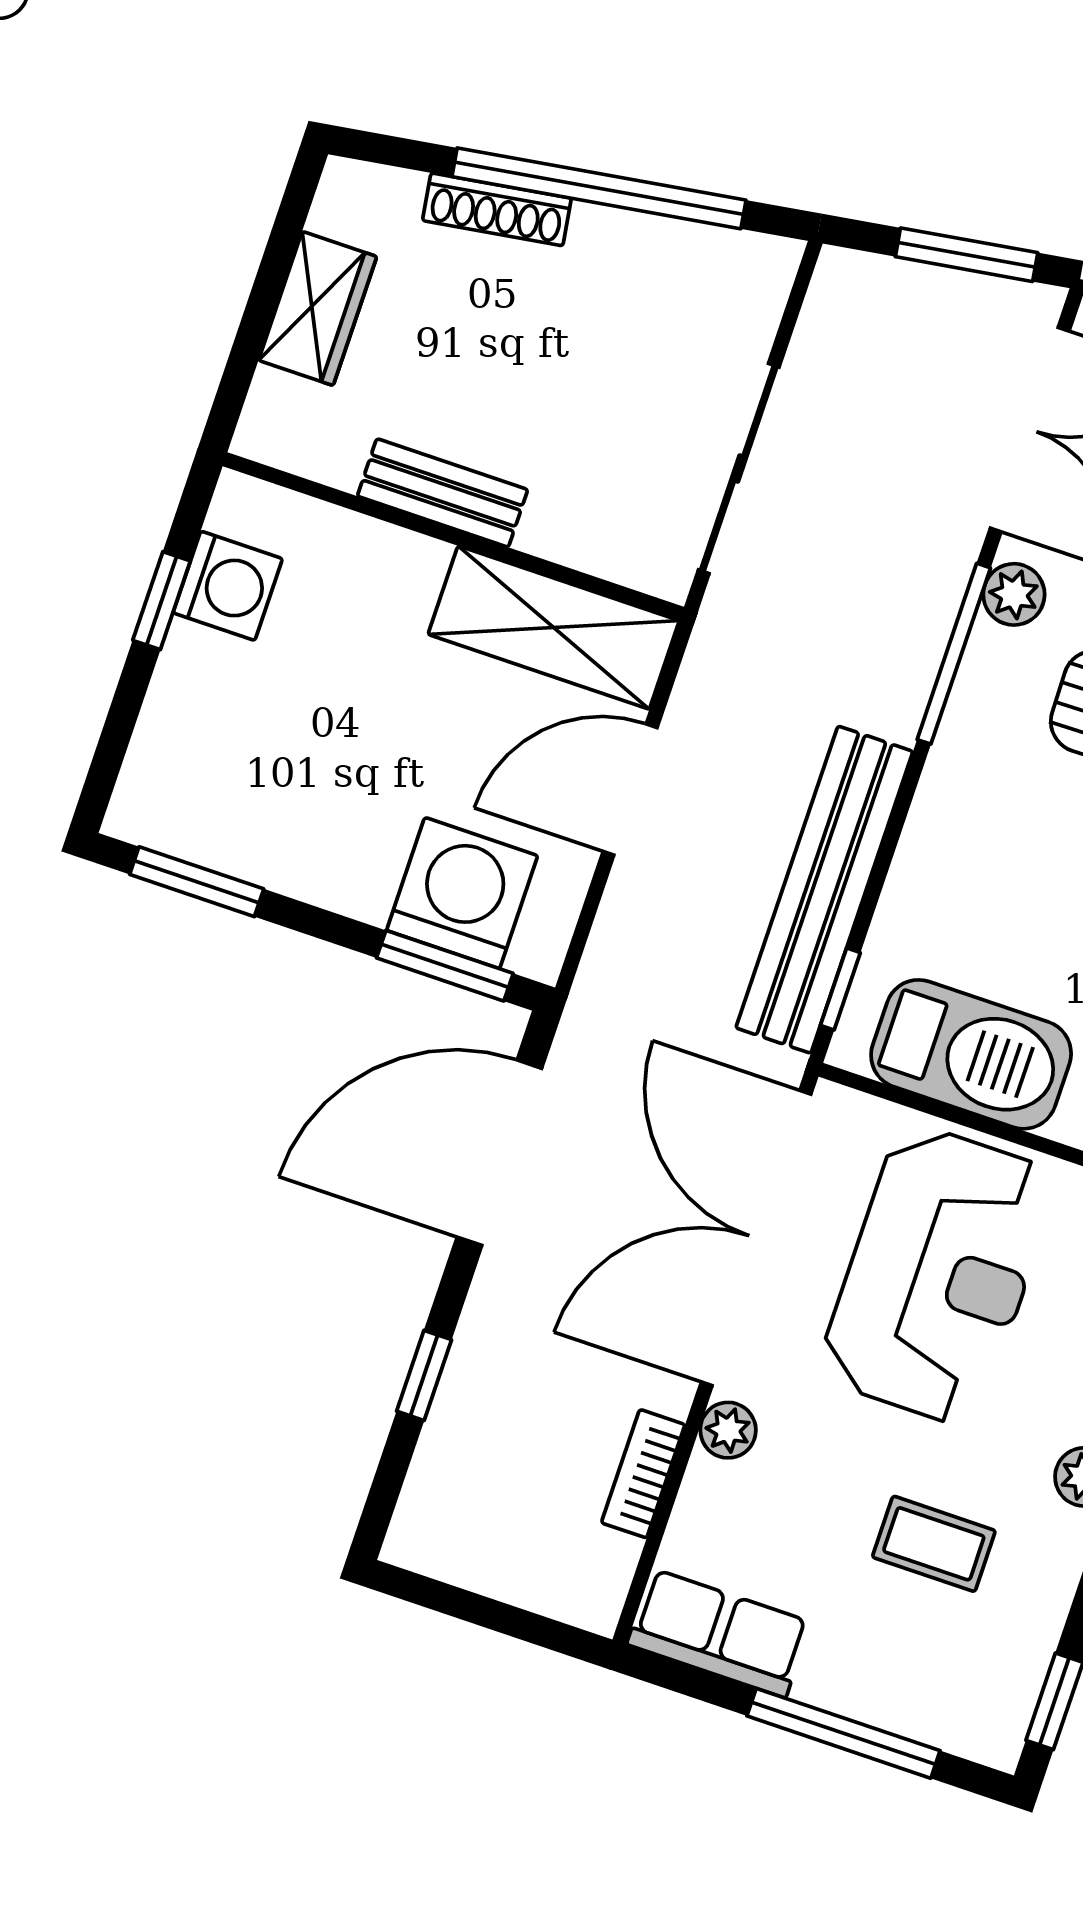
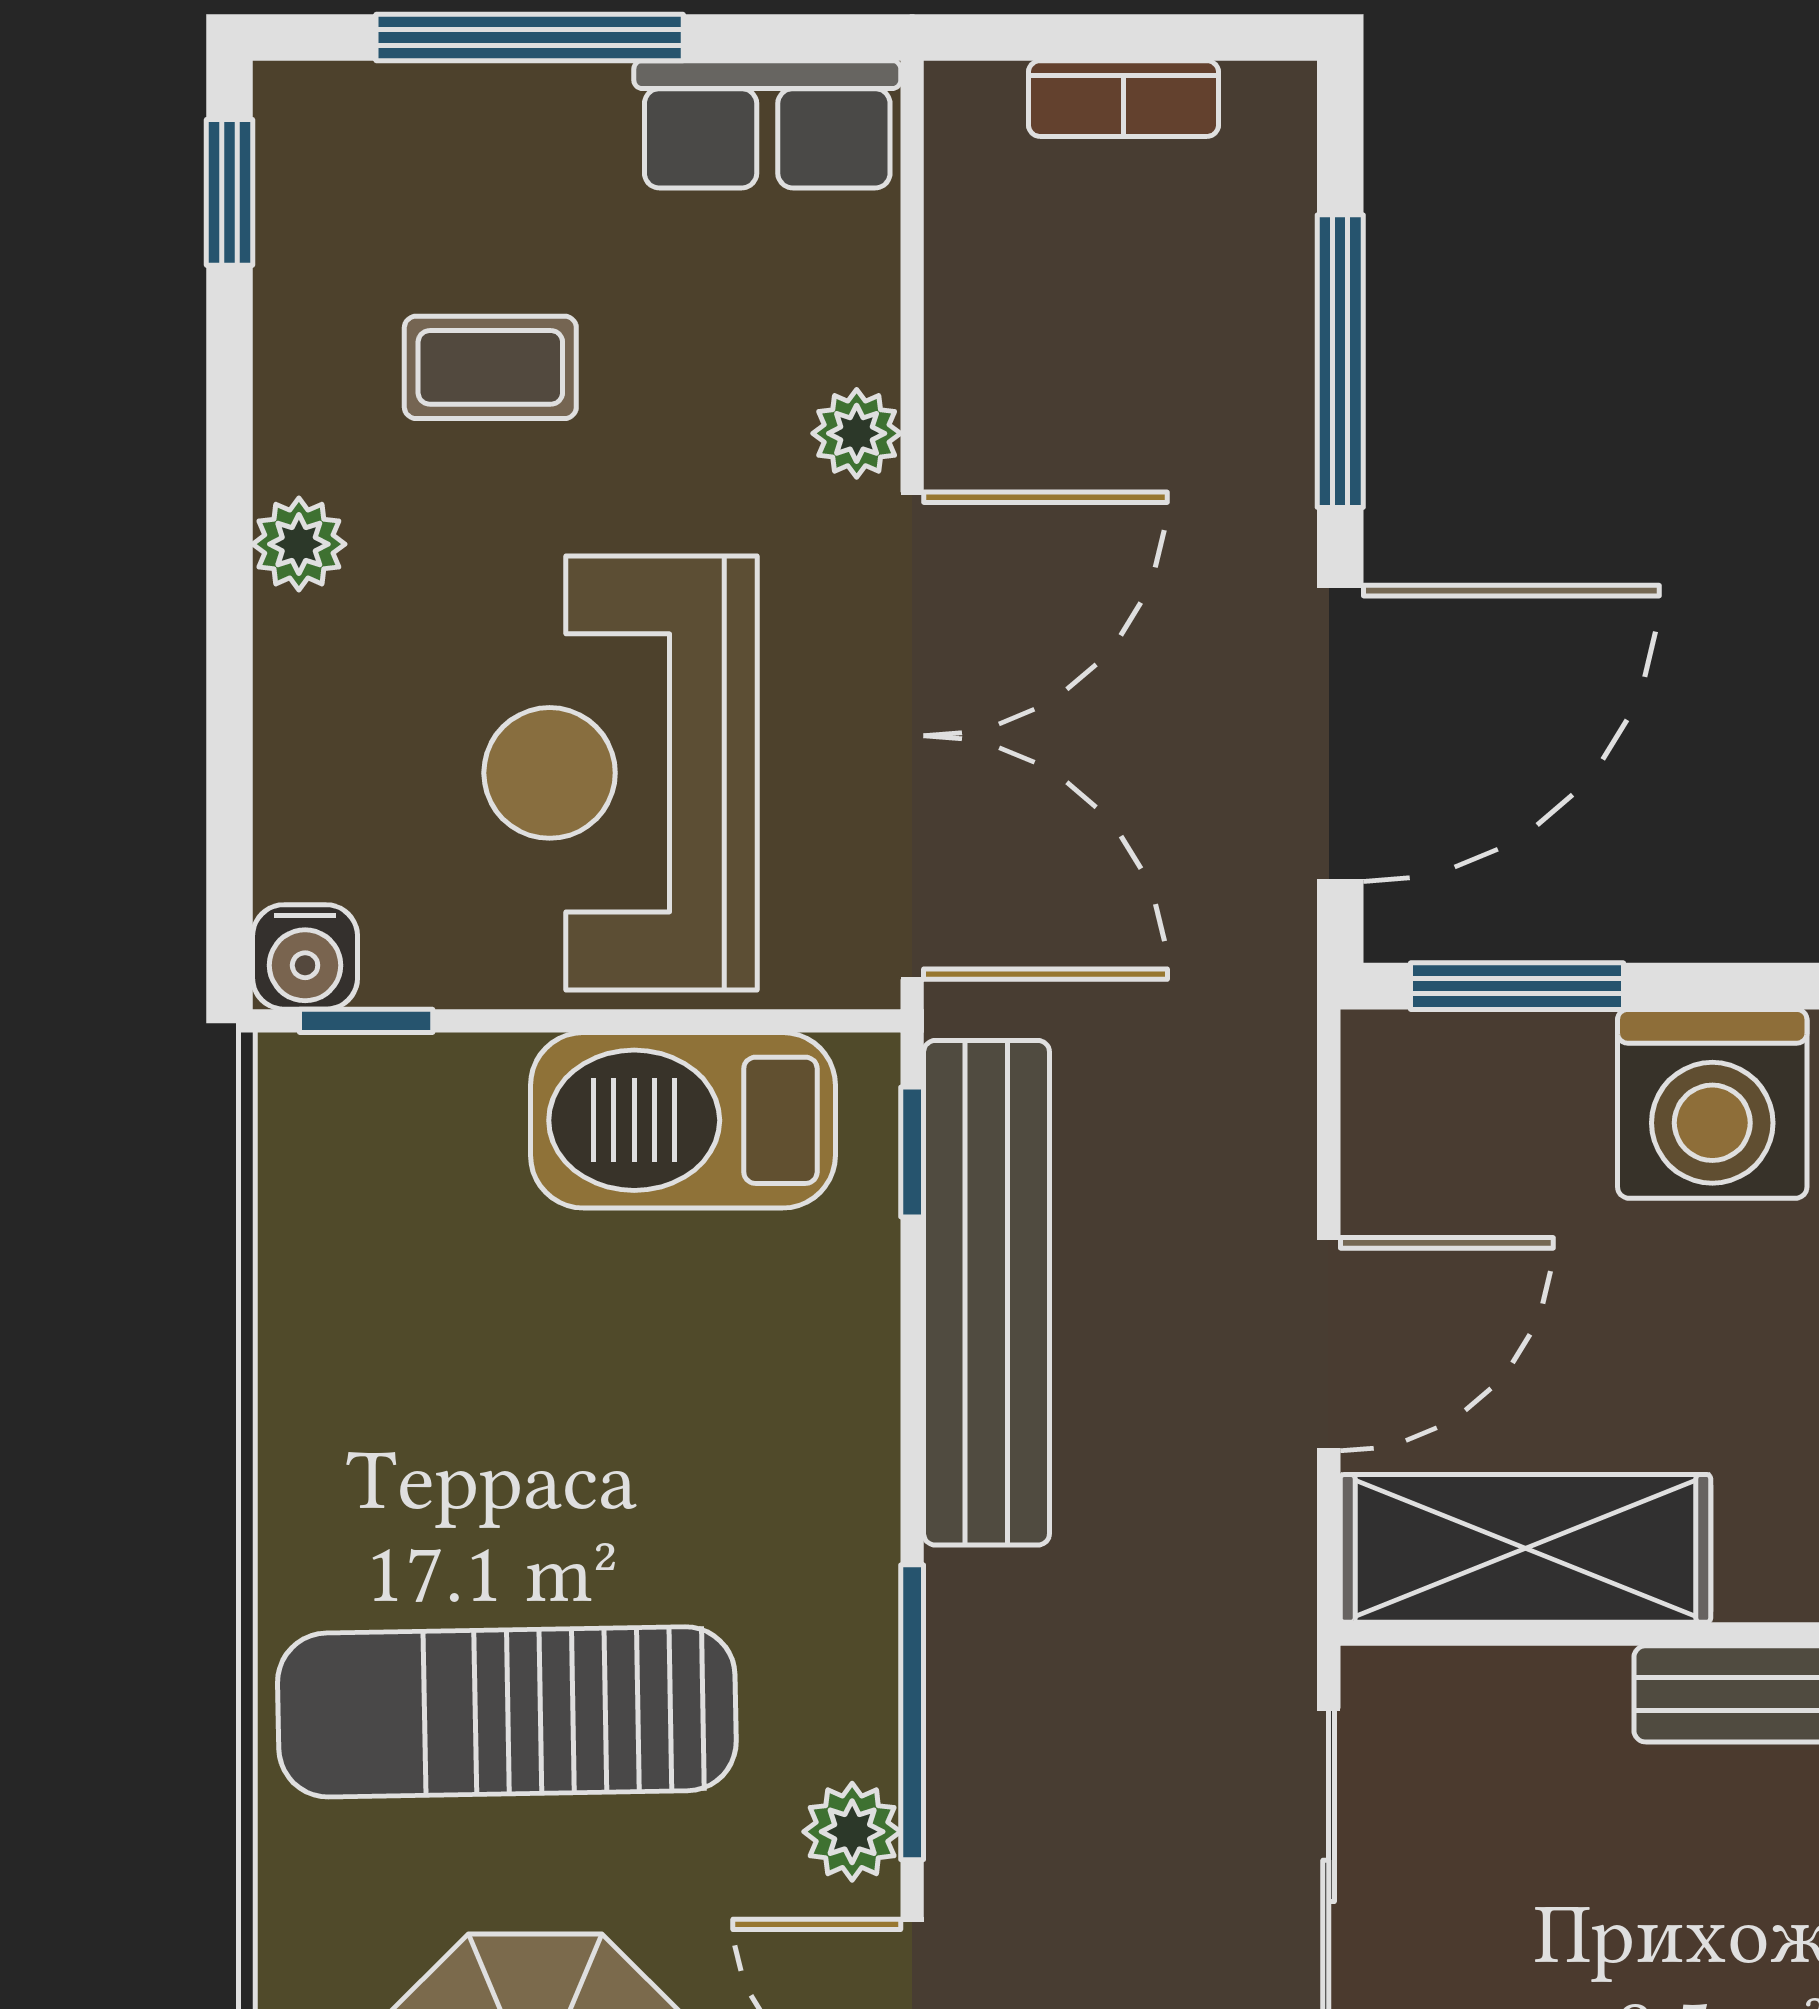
washing machine: (462, 893) -> (1712, 1104), moved
window: (424, 1375) -> (1340, 361), width x2.17
bookcase: (643, 1474) -> (1123, 99), moved, turned 90

